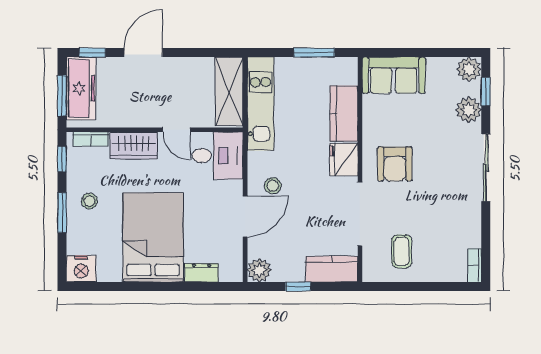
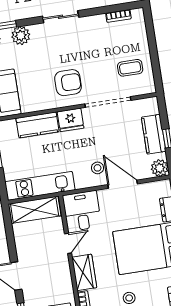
sliding door: (486, 168) -> (61, 17), width x0.73
bookcase: (475, 265) -> (118, 16), moved
kitchen counter: (332, 269) -> (154, 134), moved

